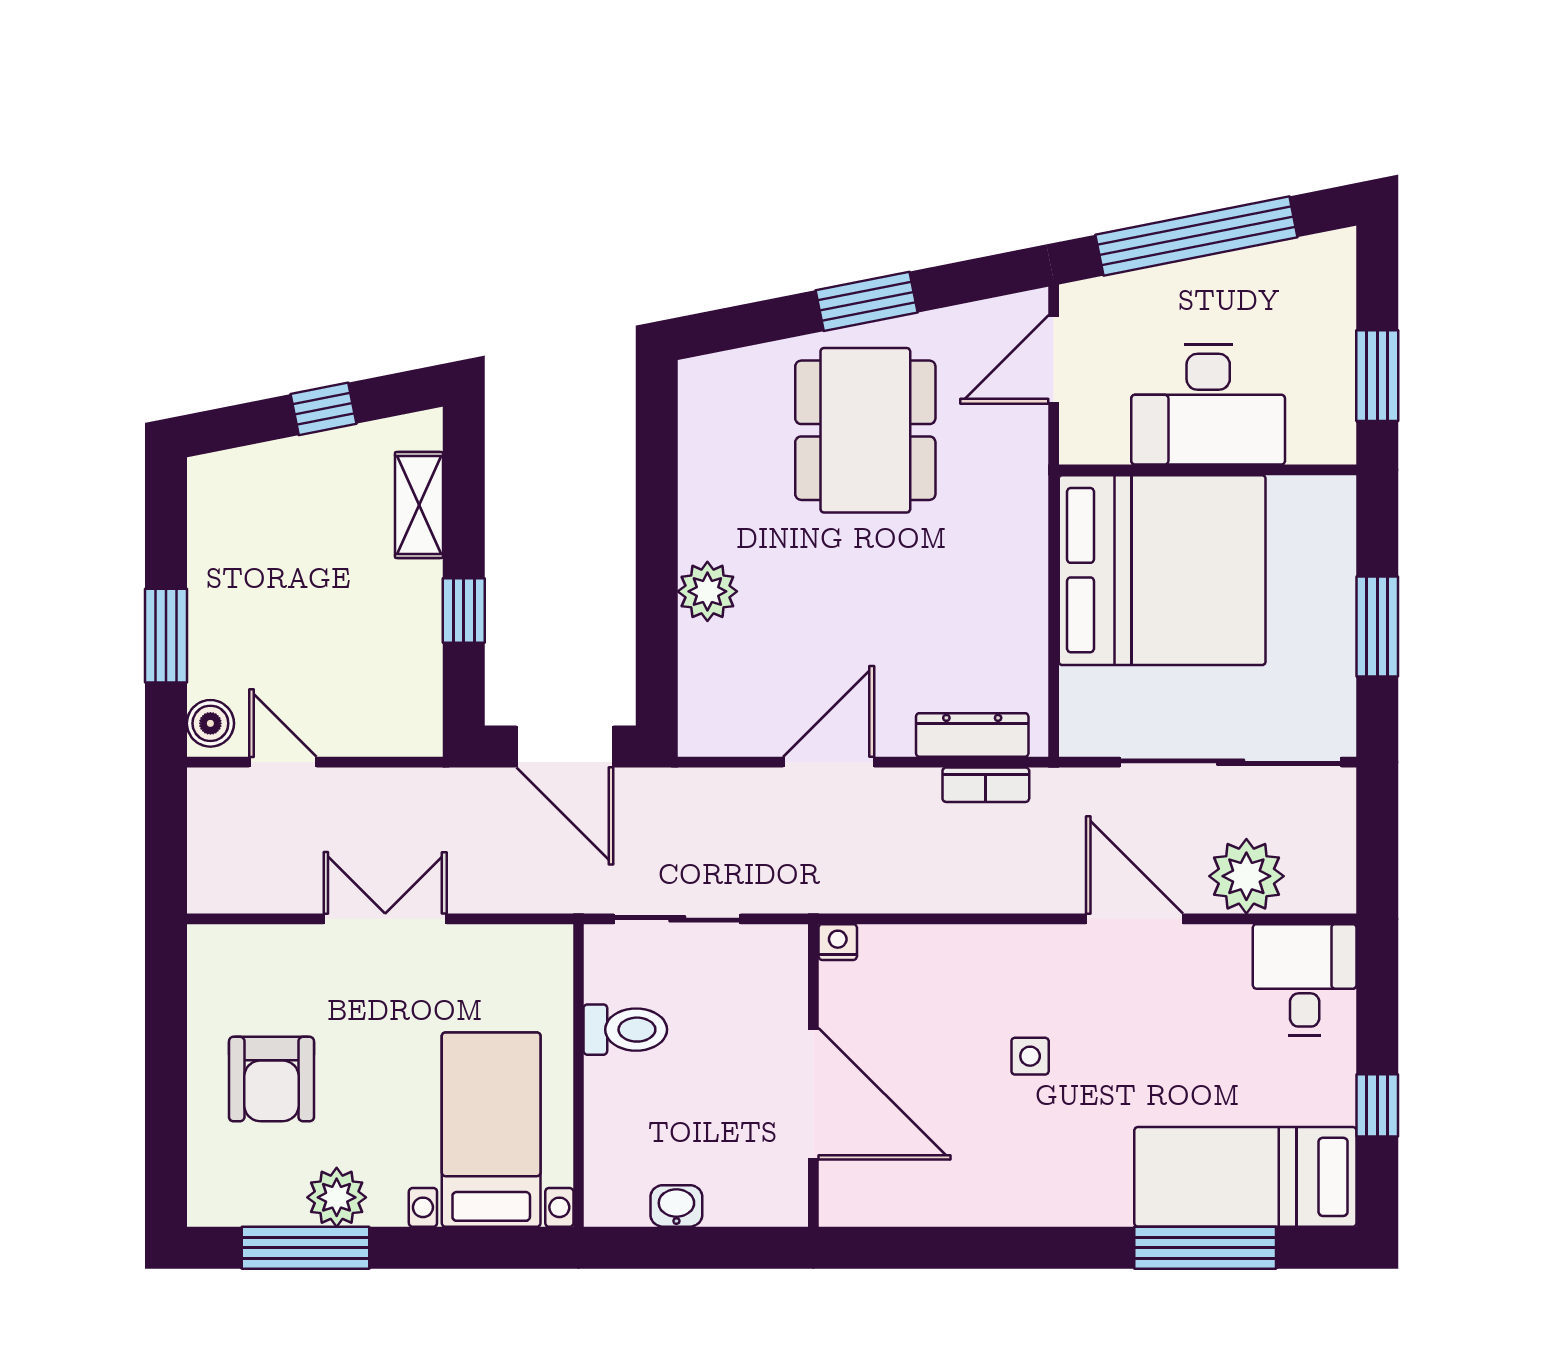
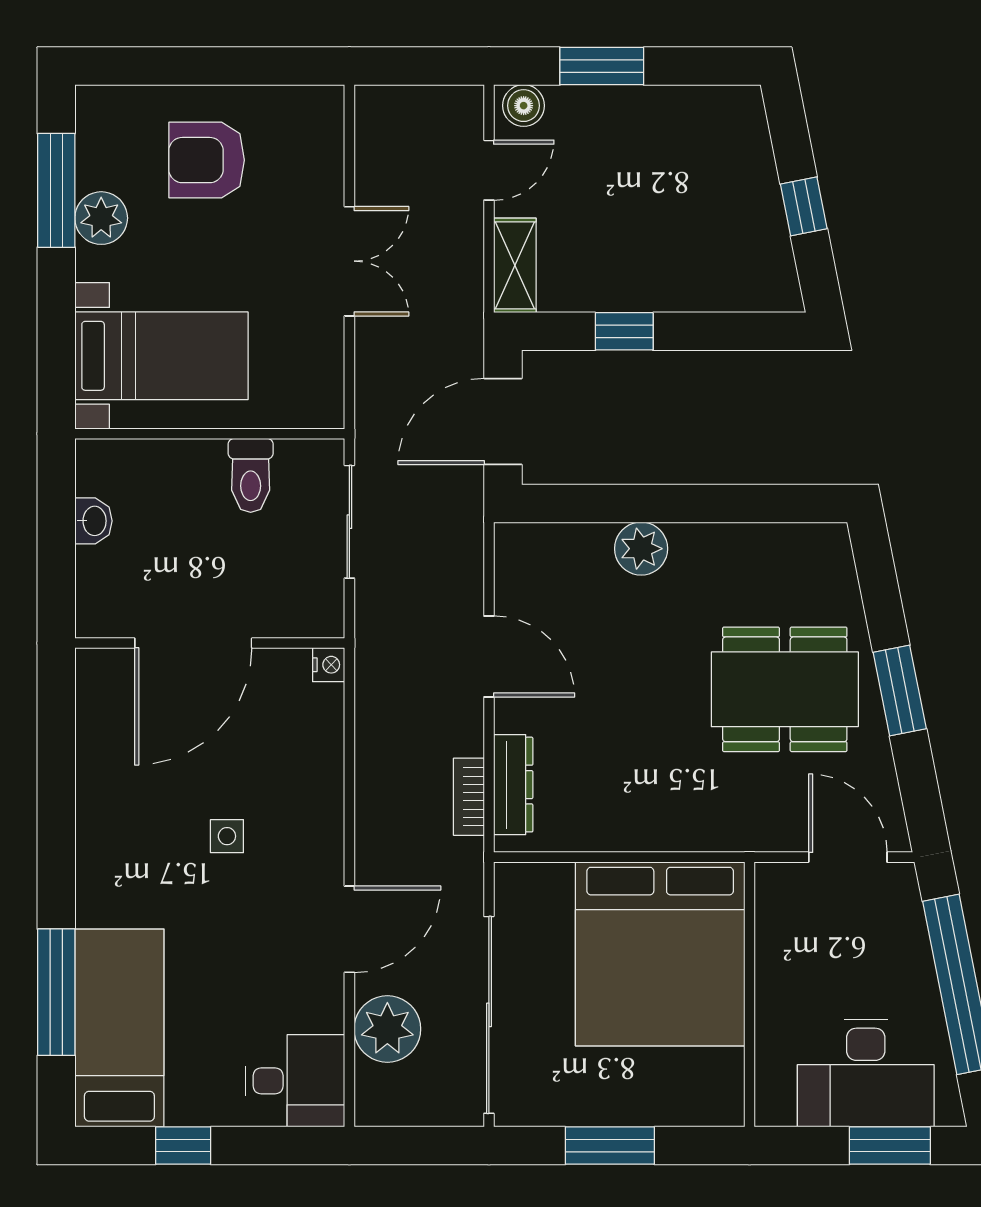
window: (1377, 376) -> (890, 1146), moved
desk: (1208, 404) -> (866, 1073), moved, turned -90
shelving: (419, 505) -> (515, 265), moved, turned 90

